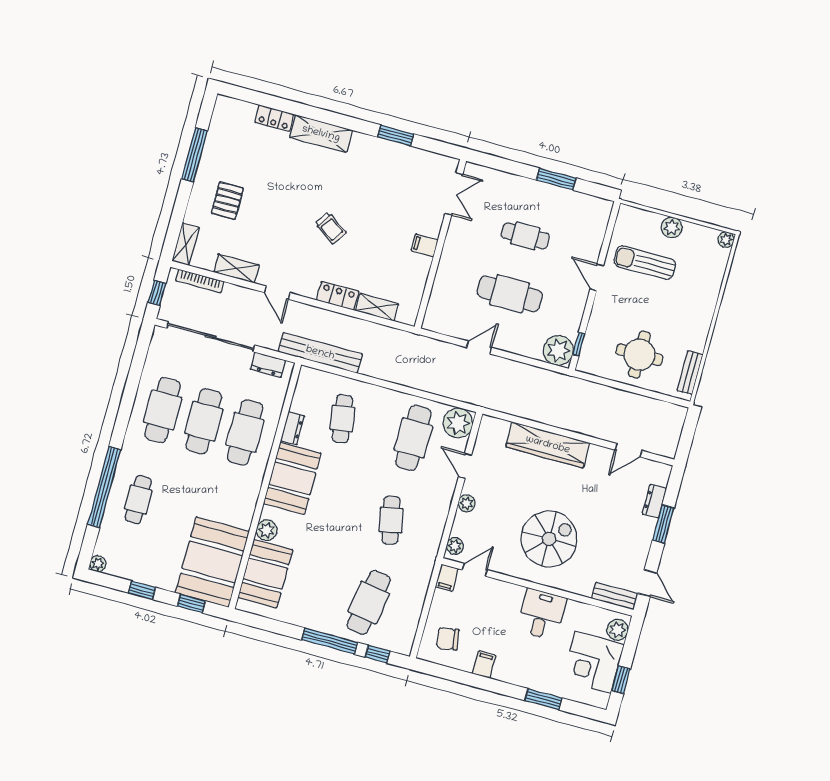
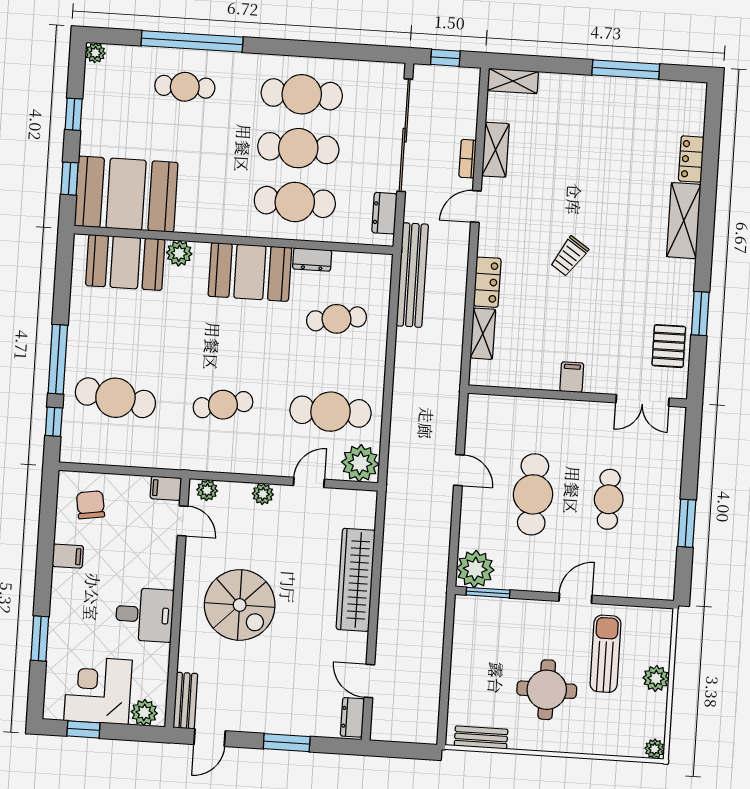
pallet: (227, 201) -> (669, 346), moved, turned 90
bookcase: (200, 281) -> (468, 159), moved, width x0.64
window: (579, 344) -> (488, 593), width x1.50
round table: (640, 355) -> (547, 690), moved
dresser: (654, 501) -> (352, 717), moved, turned -90

